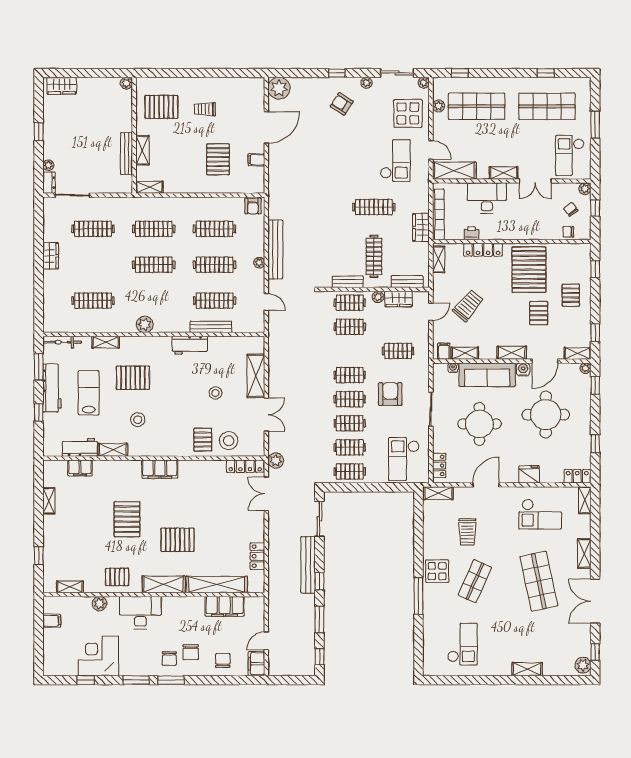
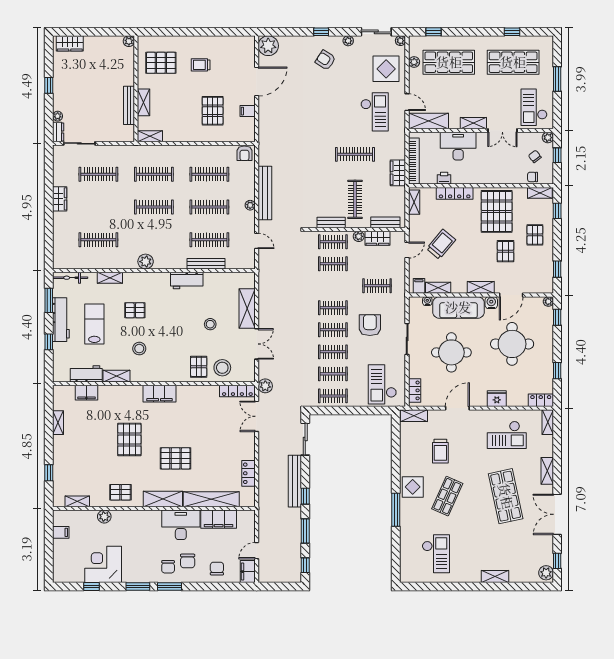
shelving: (578, 353) -> (540, 193), moved
pallet: (133, 378) -> (135, 310), width x0.67, depth x0.71
desk: (140, 613) -> (181, 525), moved

